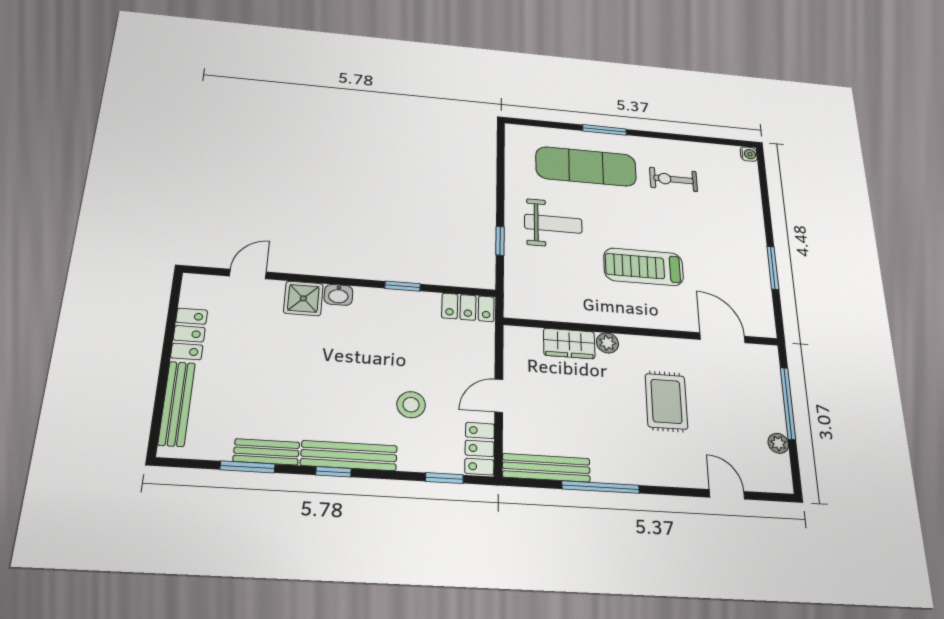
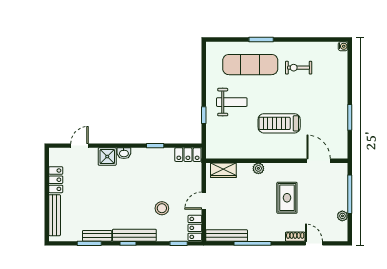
wardrobe: (569, 343) -> (223, 170), moved
shoe rack: (688, 478) -> (295, 237), added

